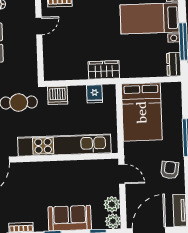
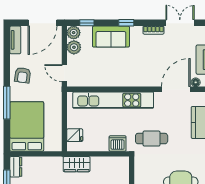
fridge: (95, 94) -> (75, 135), moved, turned 90
bed: (142, 112) -> (27, 126), moved

